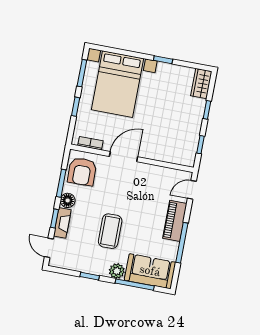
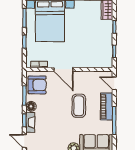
door: (124, 157) -> (63, 69), swing flipped
armchair: (82, 172) -> (37, 85), turned -89
door: (192, 190) -> (114, 83), hinge flipped
coffee table: (110, 231) -> (79, 106), moved

